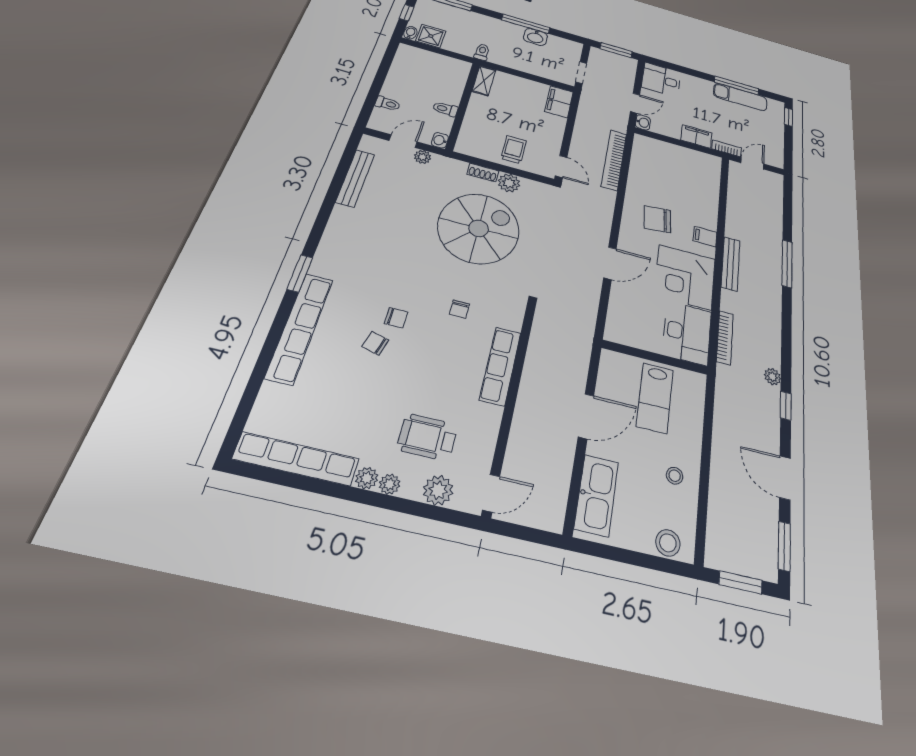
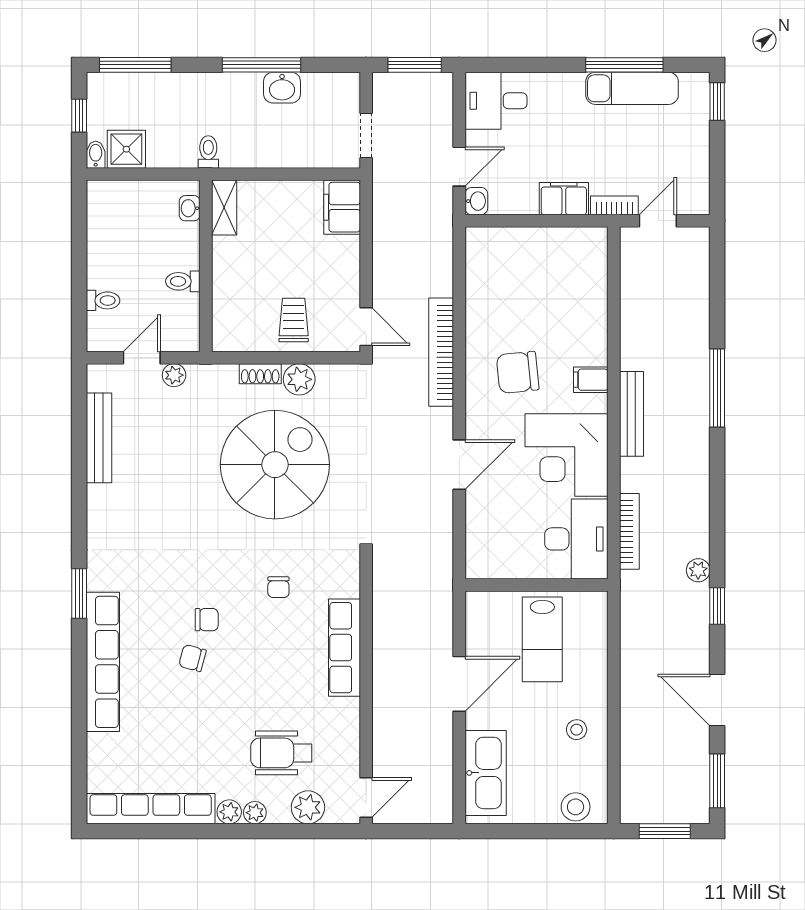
washbasin: (440, 140) -> (190, 208), moved
bookcase: (614, 160) -> (441, 352), moved

